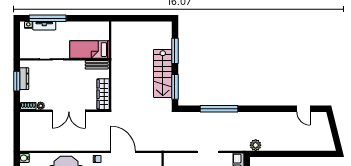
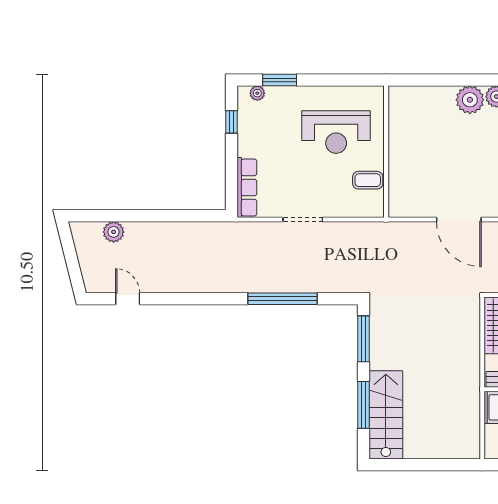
stairs: (163, 73) -> (386, 415), moved
plant: (256, 145) -> (114, 232), moved

